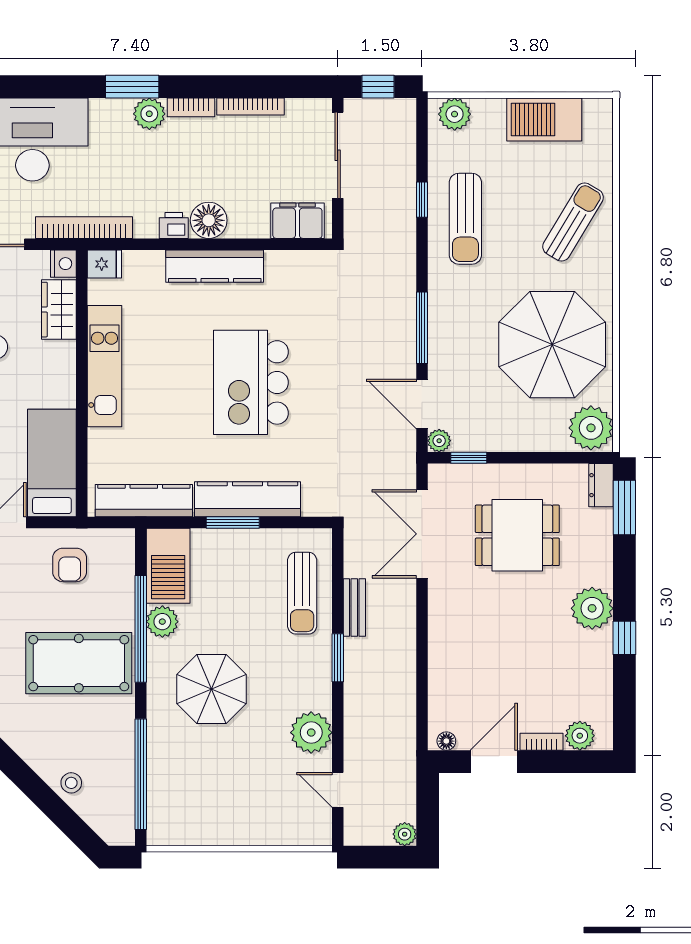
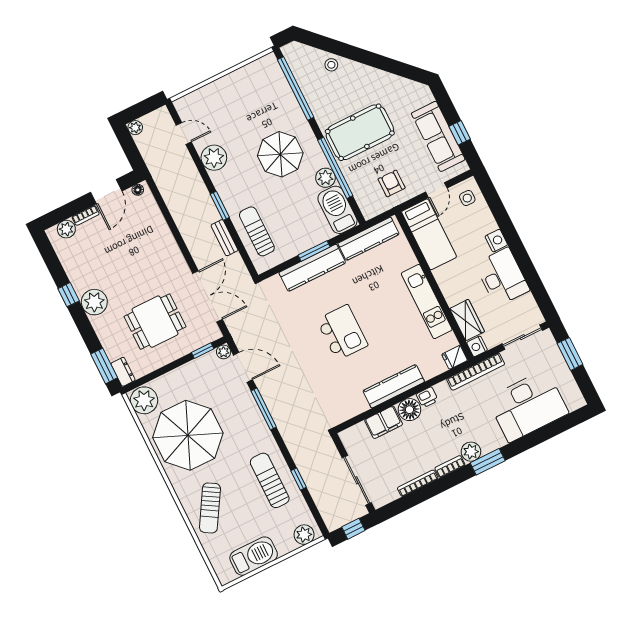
filing cabinet: (297, 221) -> (384, 422), moved
kitchen island: (251, 382) -> (342, 333), width x0.73, depth x0.78

